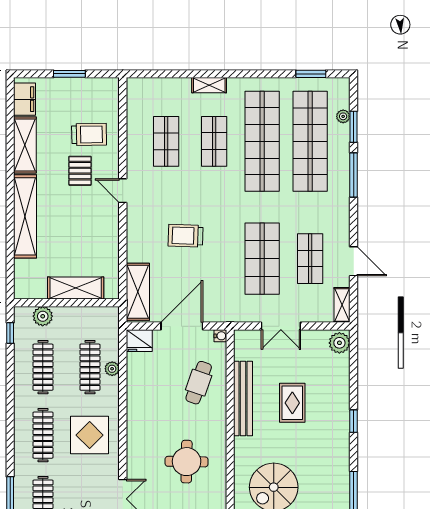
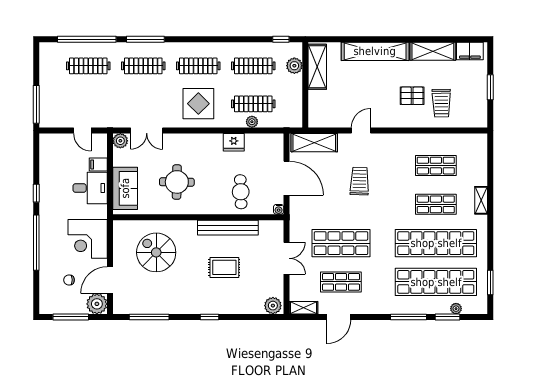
door: (123, 191) -> (361, 130), moved
shelving: (76, 288) -> (317, 67), moved
double door: (281, 326) -> (286, 258), swing flipped
fridge: (139, 341) -> (234, 142), moved, turned -90
cafe table: (199, 383) -> (241, 192), turned 69

